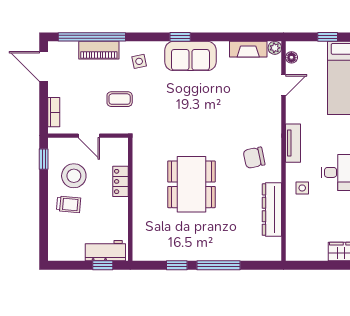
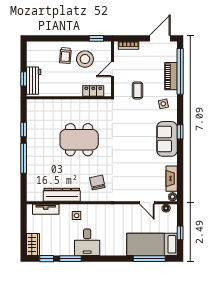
tv unit: (293, 143) -> (46, 209), moved
locker: (120, 181) -> (93, 91), moved

